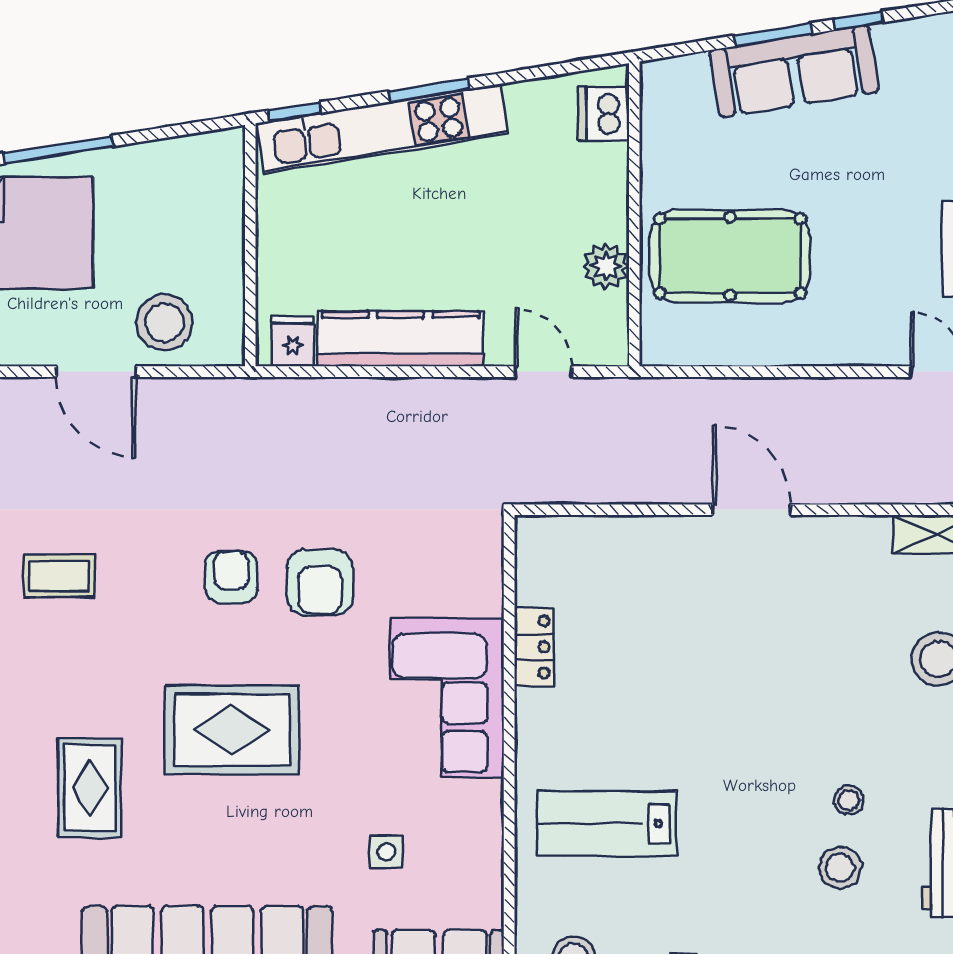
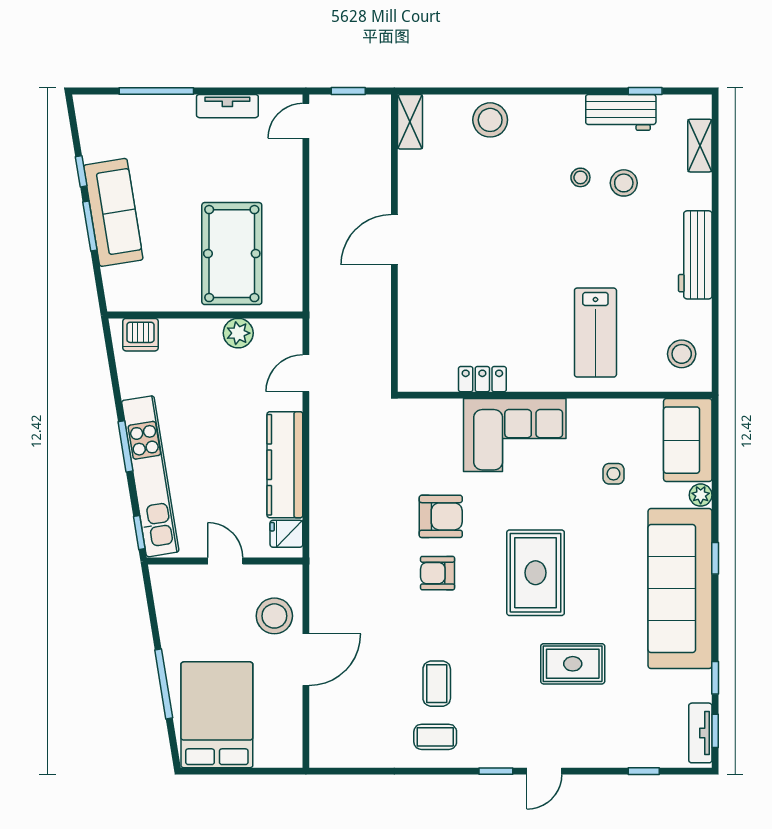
door: (250, 246) -> (225, 561), added

